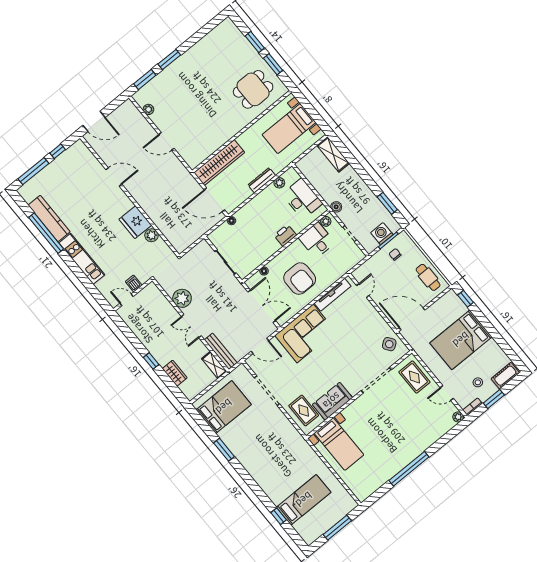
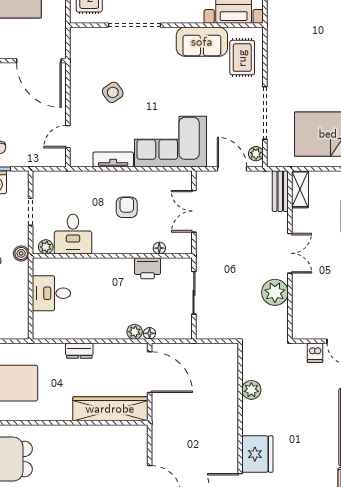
dresser: (262, 180) -> (79, 351), width x0.70
plant: (279, 183) -> (135, 332), moved
desk: (302, 199) -> (51, 293), width x0.73
fridge: (135, 222) -> (257, 454), moved
printer: (285, 235) -> (148, 268), moved
armchair: (300, 279) -> (127, 207), width x0.53, depth x0.53
tv unit: (333, 295) -> (113, 159), width x0.71
double door: (262, 306) -> (194, 211), width x0.73
side table: (389, 344) -> (113, 92), moved
bench: (221, 351) -> (280, 191), width x0.73
plant: (254, 365) -> (256, 154), added

